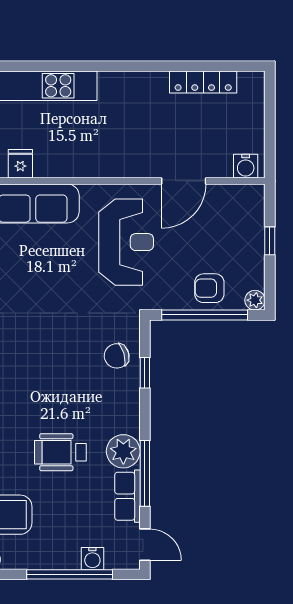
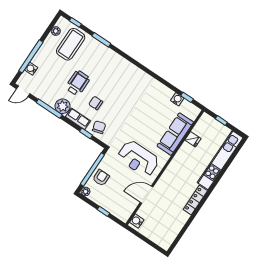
locker: (203, 82) -> (195, 200), moved
door: (184, 181) -> (146, 195), hinge flipped
chair: (75, 393) -> (96, 103), added
row of seats: (127, 496) -> (78, 119), moved

